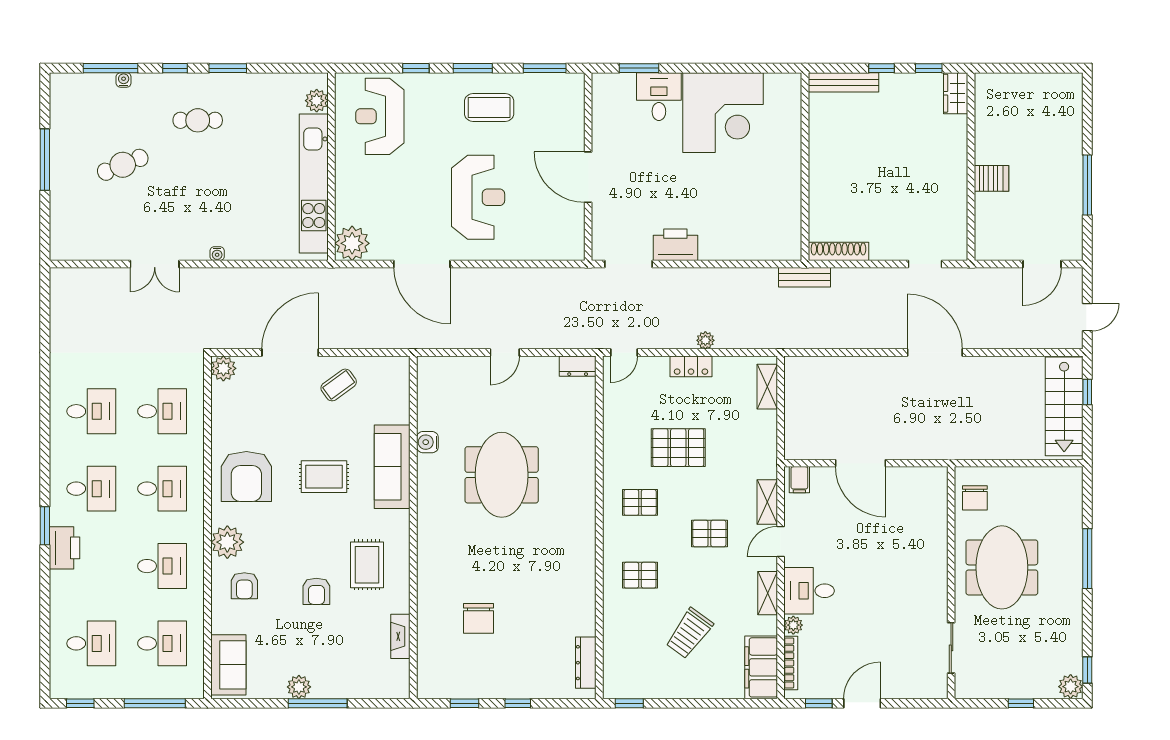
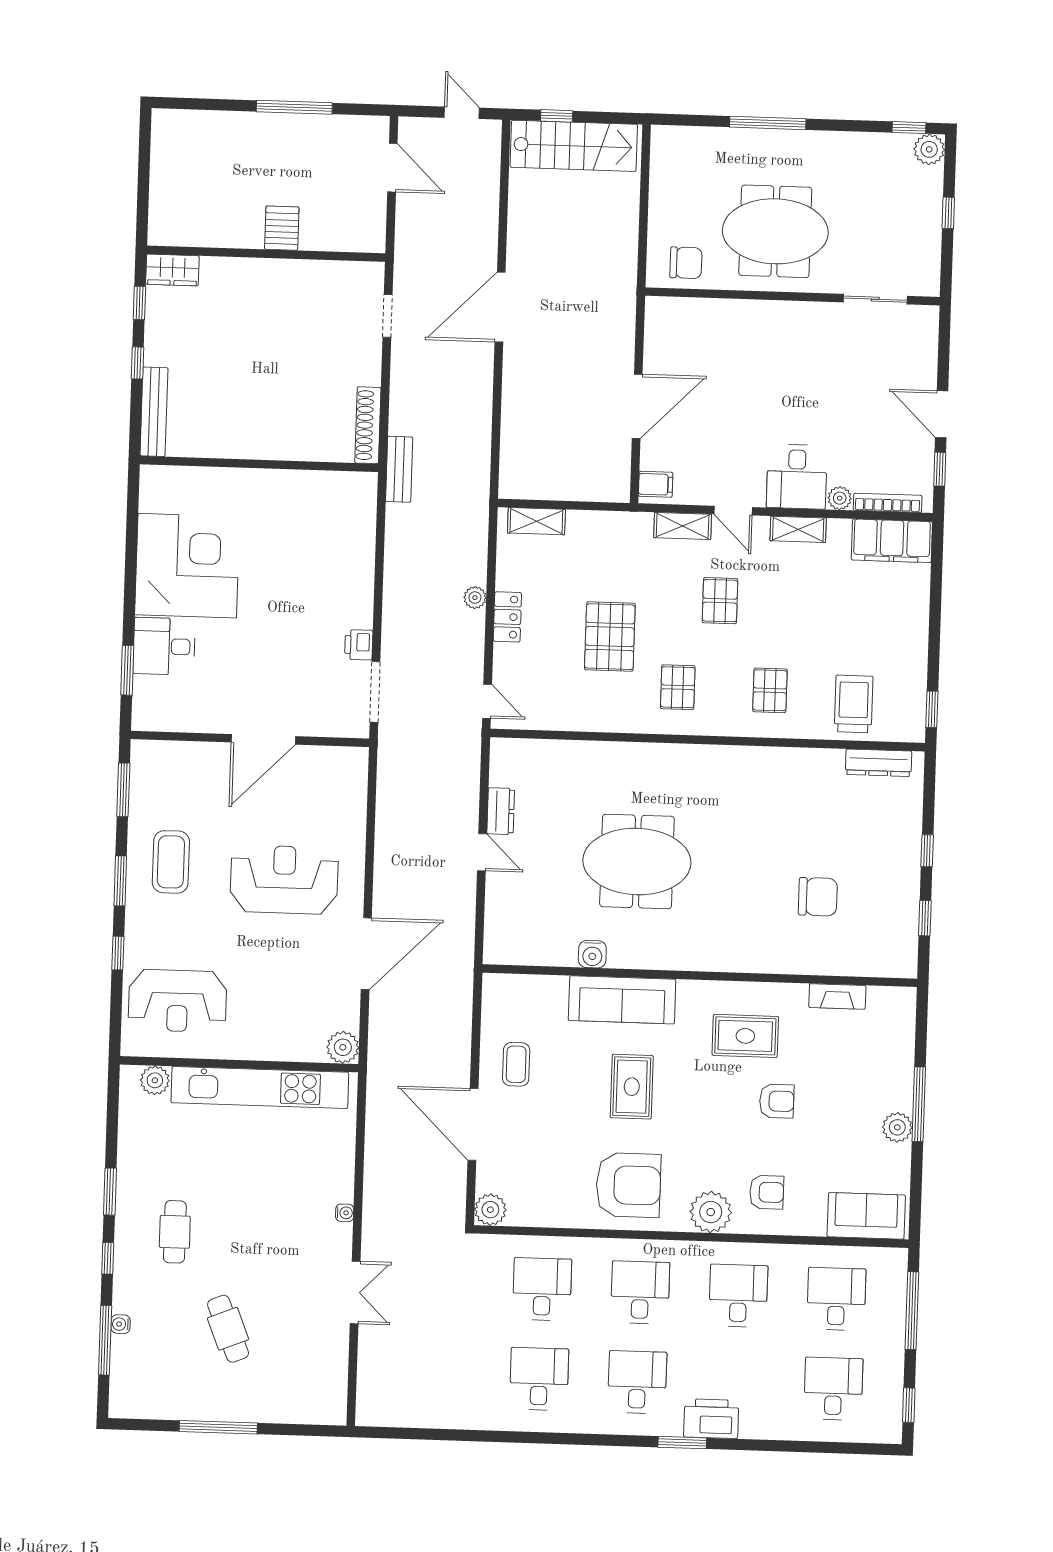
plant: (352, 243) -> (343, 1047), width x0.73, depth x0.73
printer: (675, 245) -> (359, 645), width x0.53, depth x0.68
dresser: (578, 366) -> (501, 811), moved
coffee table: (339, 385) -> (516, 1064), turned 36
trolley: (689, 633) -> (854, 704), moved, turned -126

